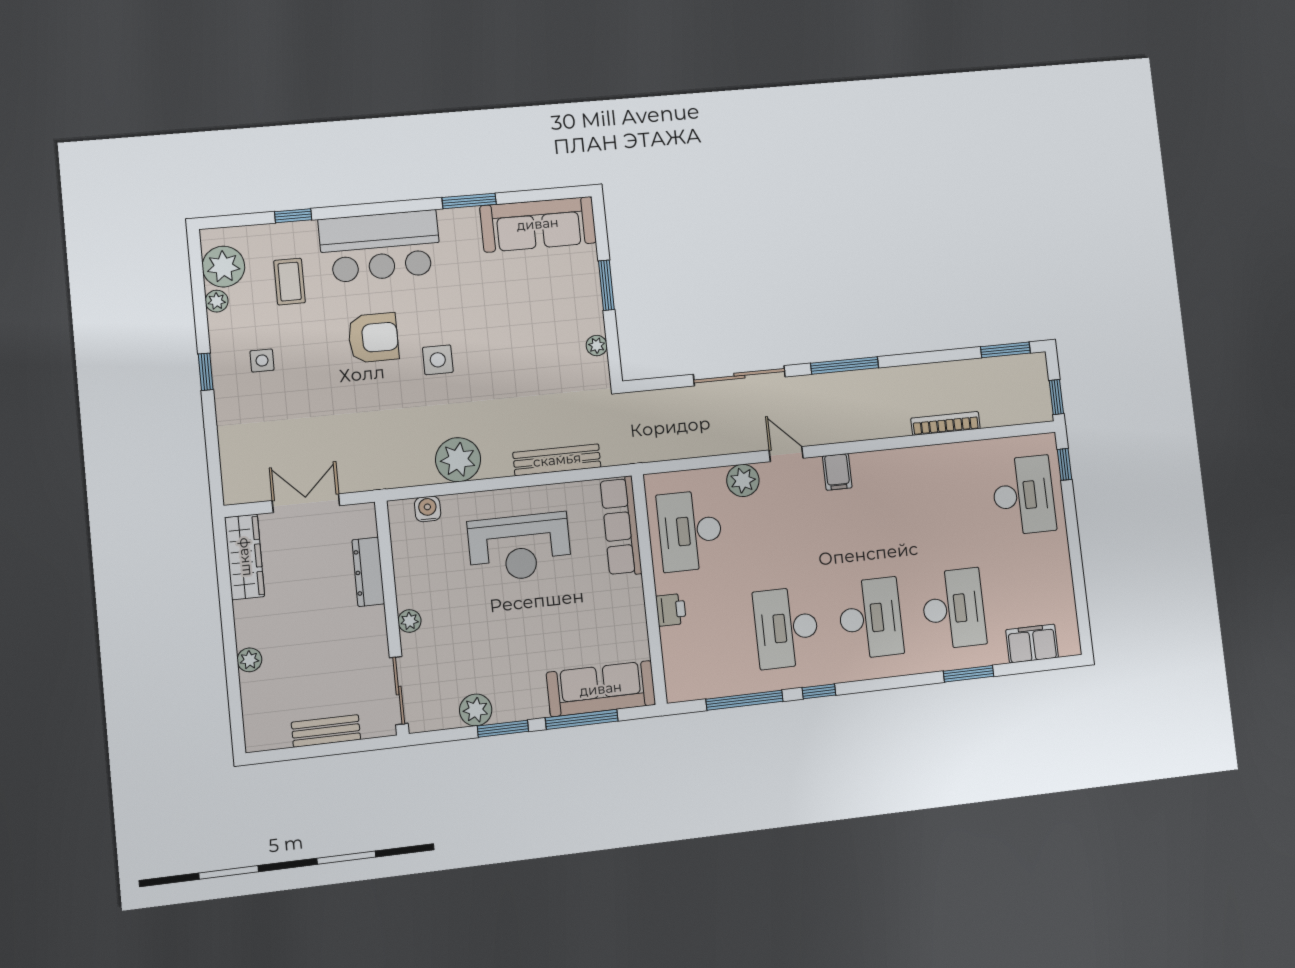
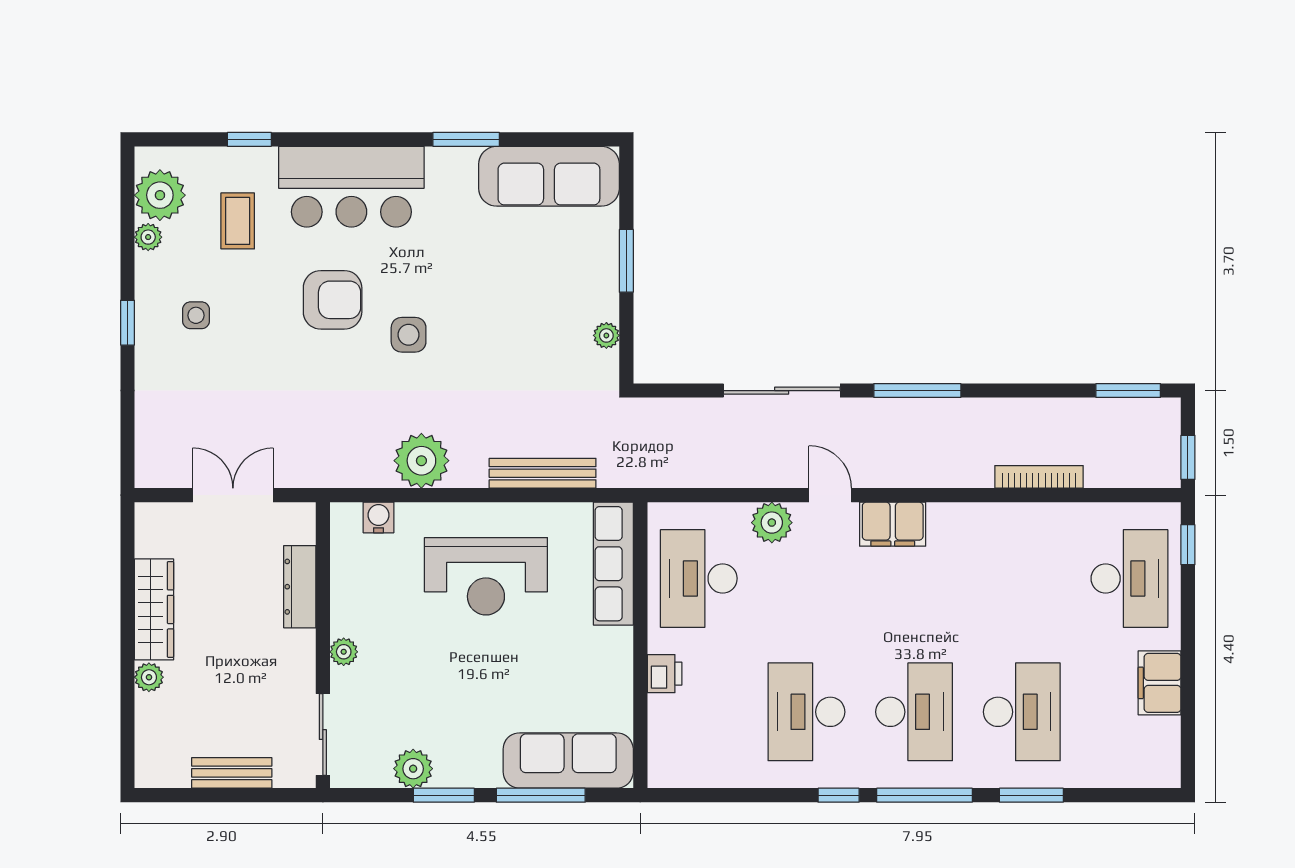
filing cabinet: (837, 472) -> (893, 524), width x2.00
wardrobe: (244, 557) -> (154, 609), moved
filing cabinet: (1032, 644) -> (1160, 683), moved, turned -90
window: (744, 700) -> (924, 795), moved

